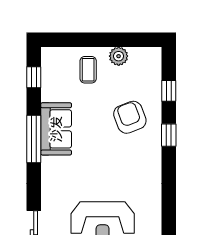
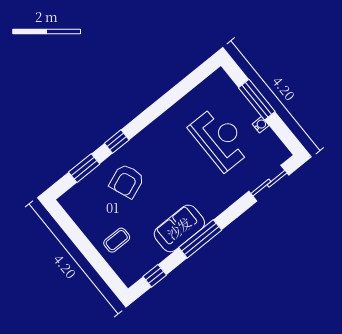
plant: (119, 56) -> (89, 226), removed
window: (169, 91) -> (84, 168), width x1.50

